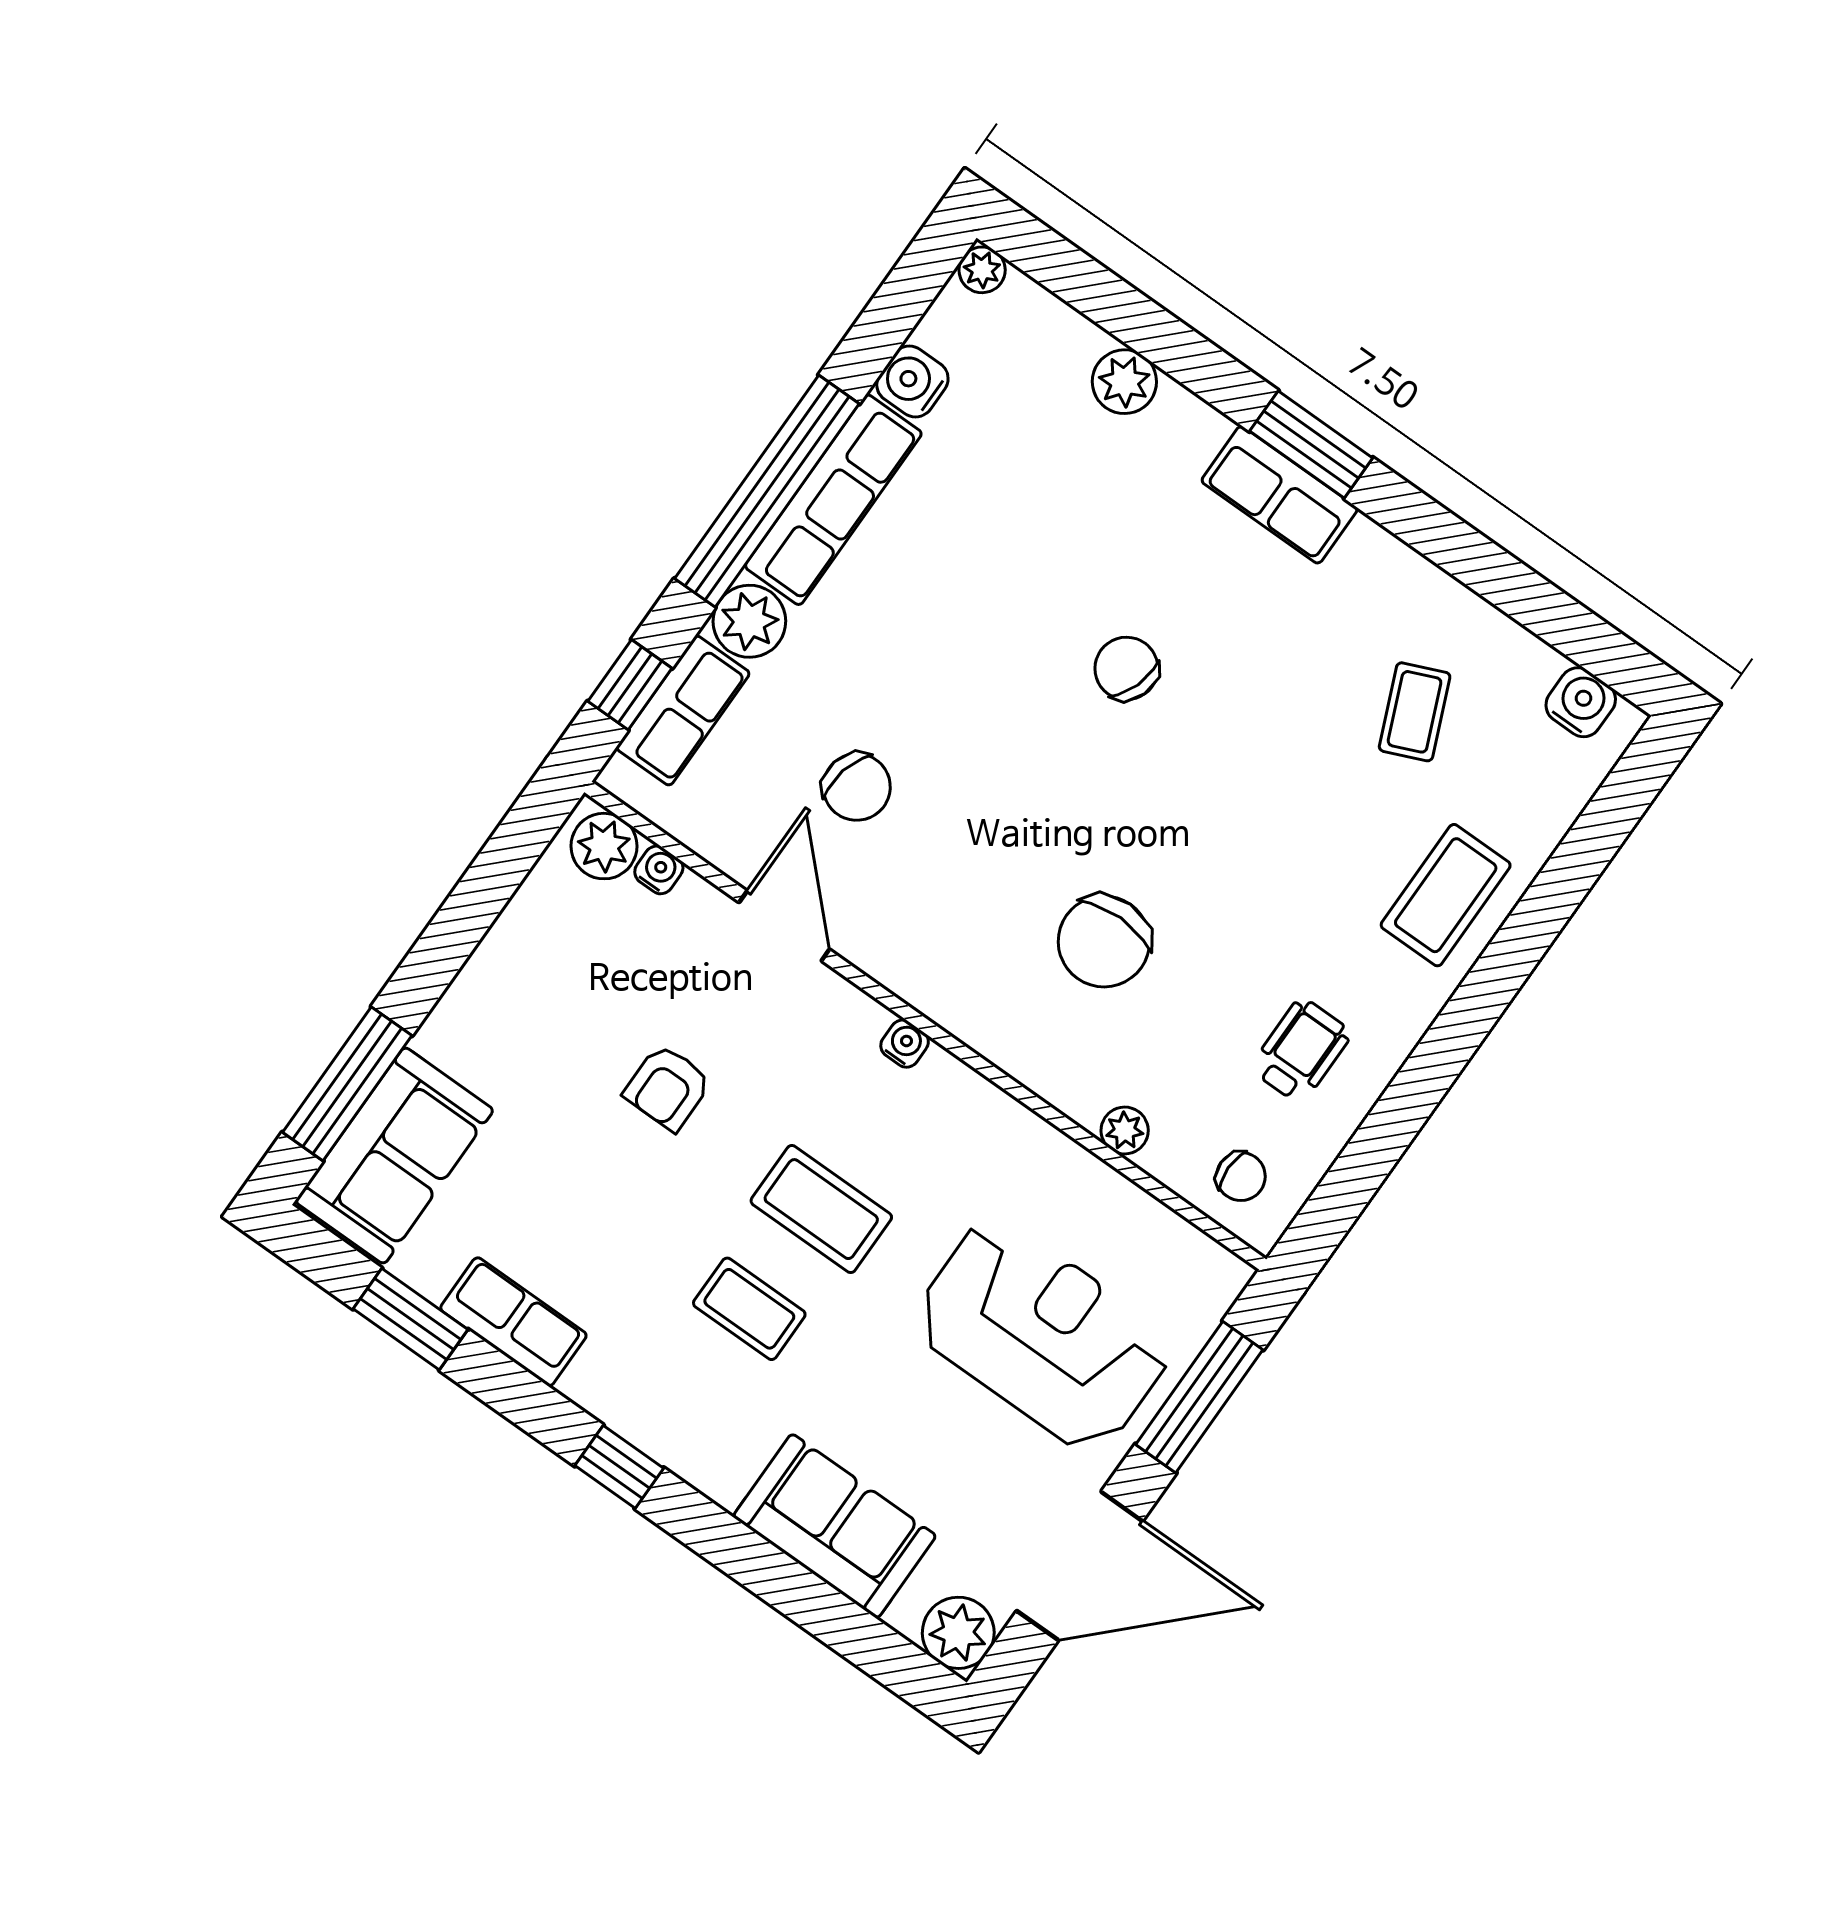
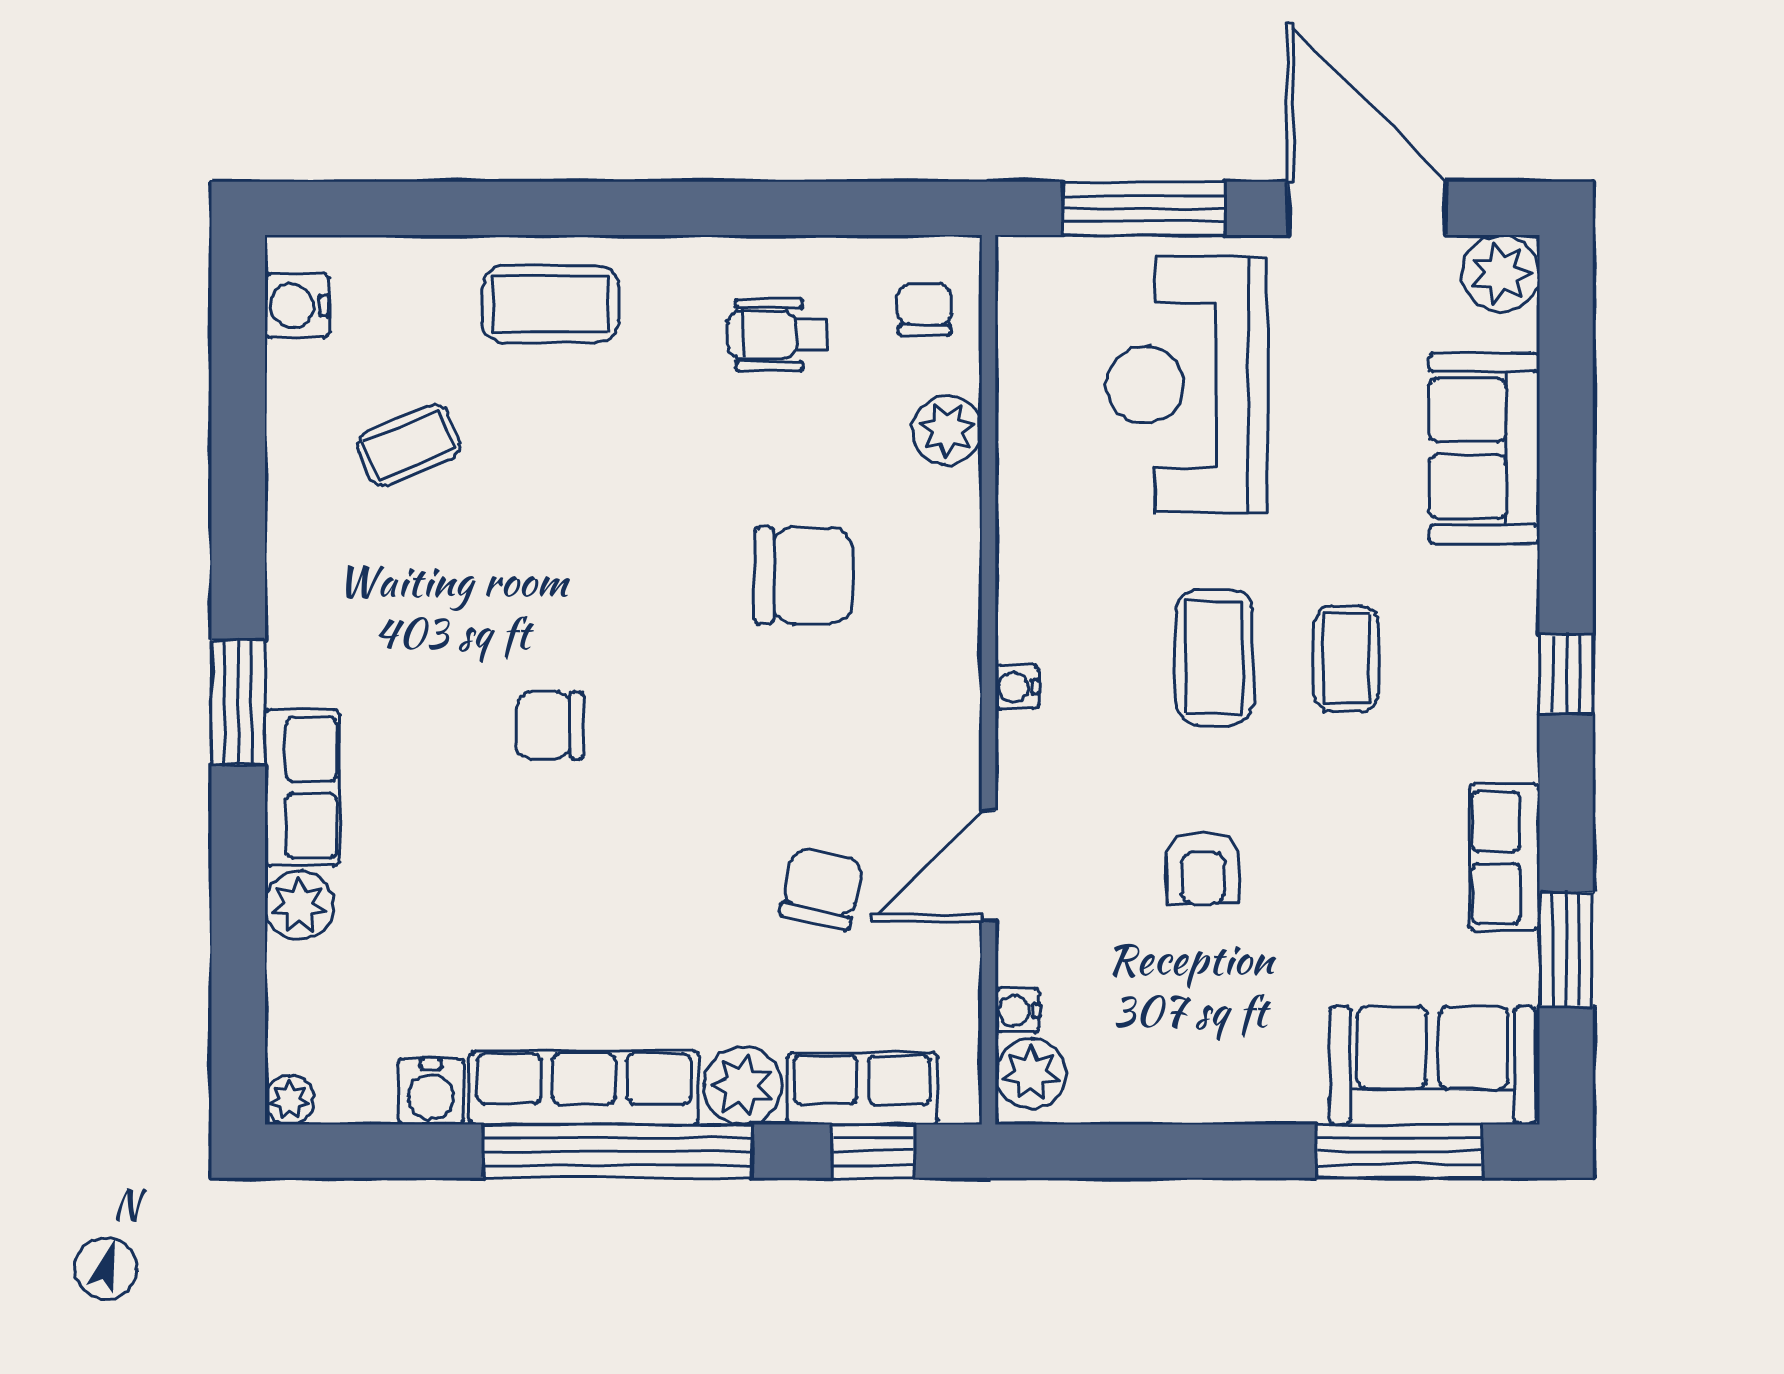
row of seats: (1279, 495) -> (302, 787), moved
chair: (1126, 668) -> (550, 725), turned 71
armchair: (668, 1087) -> (1203, 868), turned 90
plant: (1125, 1130) -> (947, 430), width x1.38, depth x1.38

